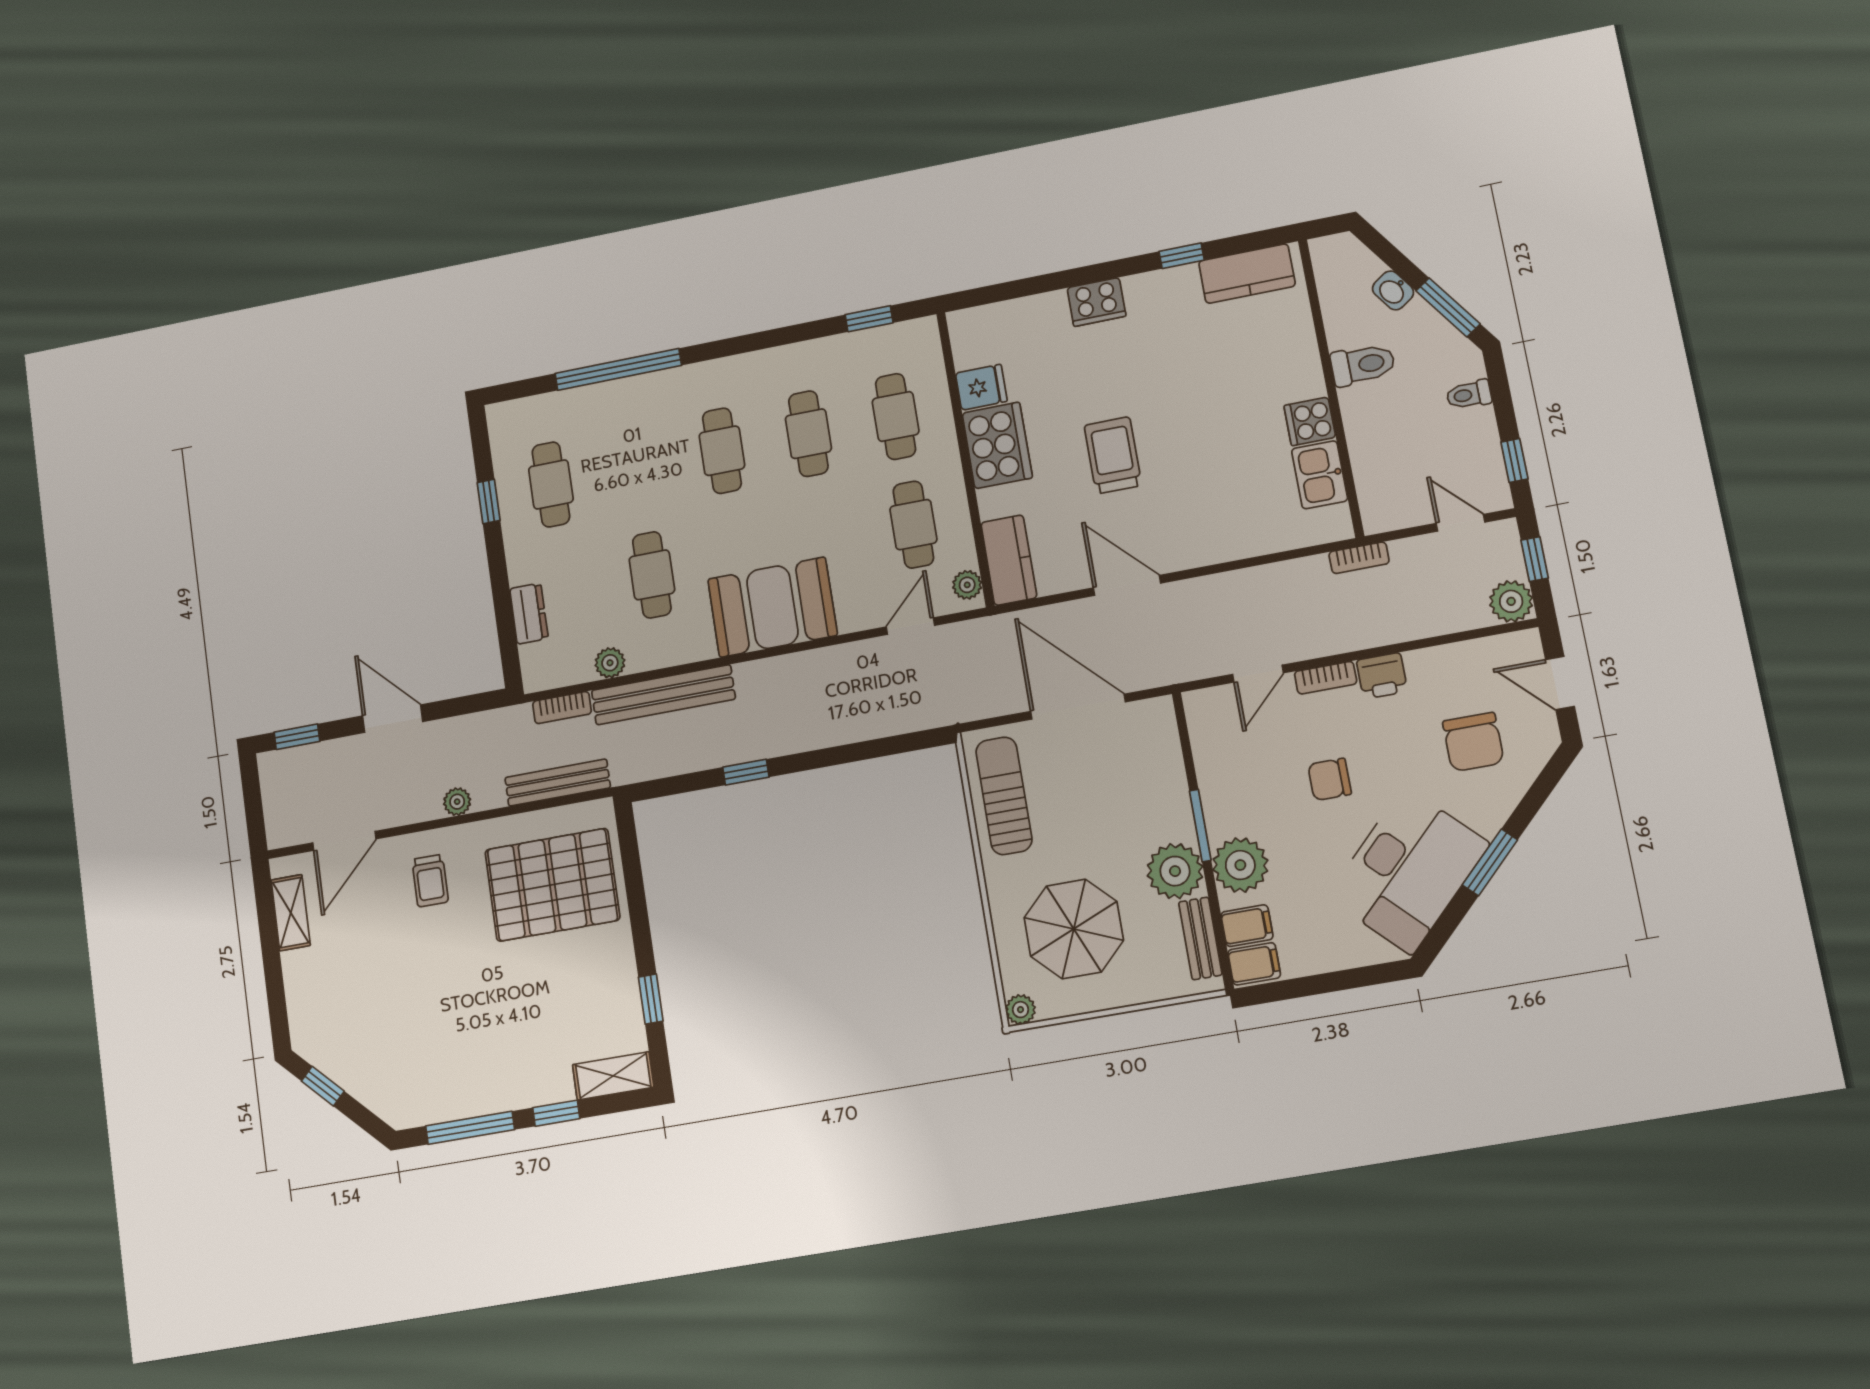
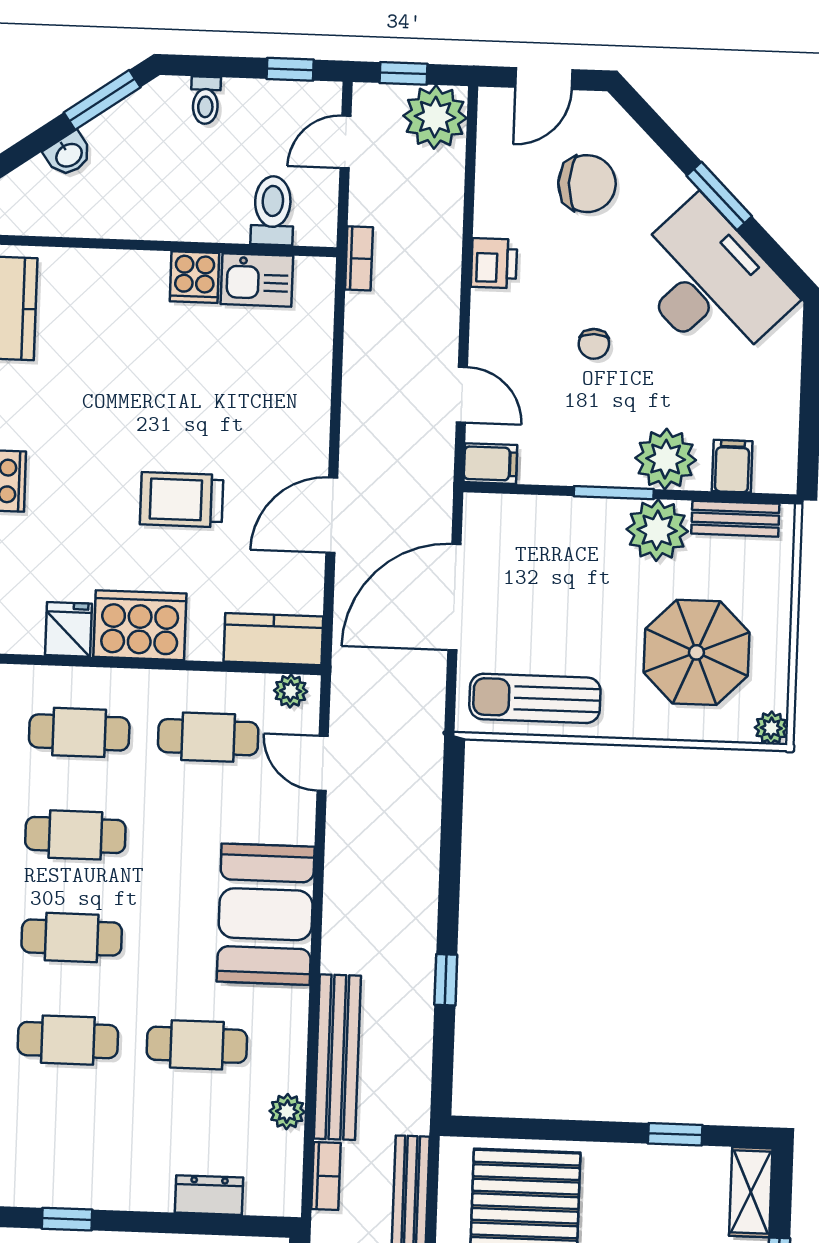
toilet: (1363, 365) -> (273, 211), moved
cafe table: (551, 484) -> (68, 1040), moved
plant: (1511, 601) -> (435, 117), width x1.36, depth x1.36
bookcase: (1326, 678) -> (483, 323), removed
chair: (1330, 779) -> (594, 344), width x0.73, depth x0.73
filing cabinet: (1254, 964) -> (490, 464), moved, turned 90

